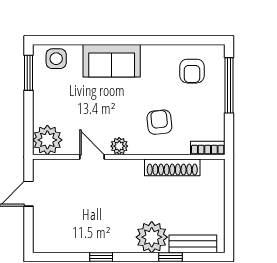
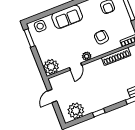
door: (92, 157) -> (76, 66), swing flipped
plant: (152, 237) -> (76, 111), moved

